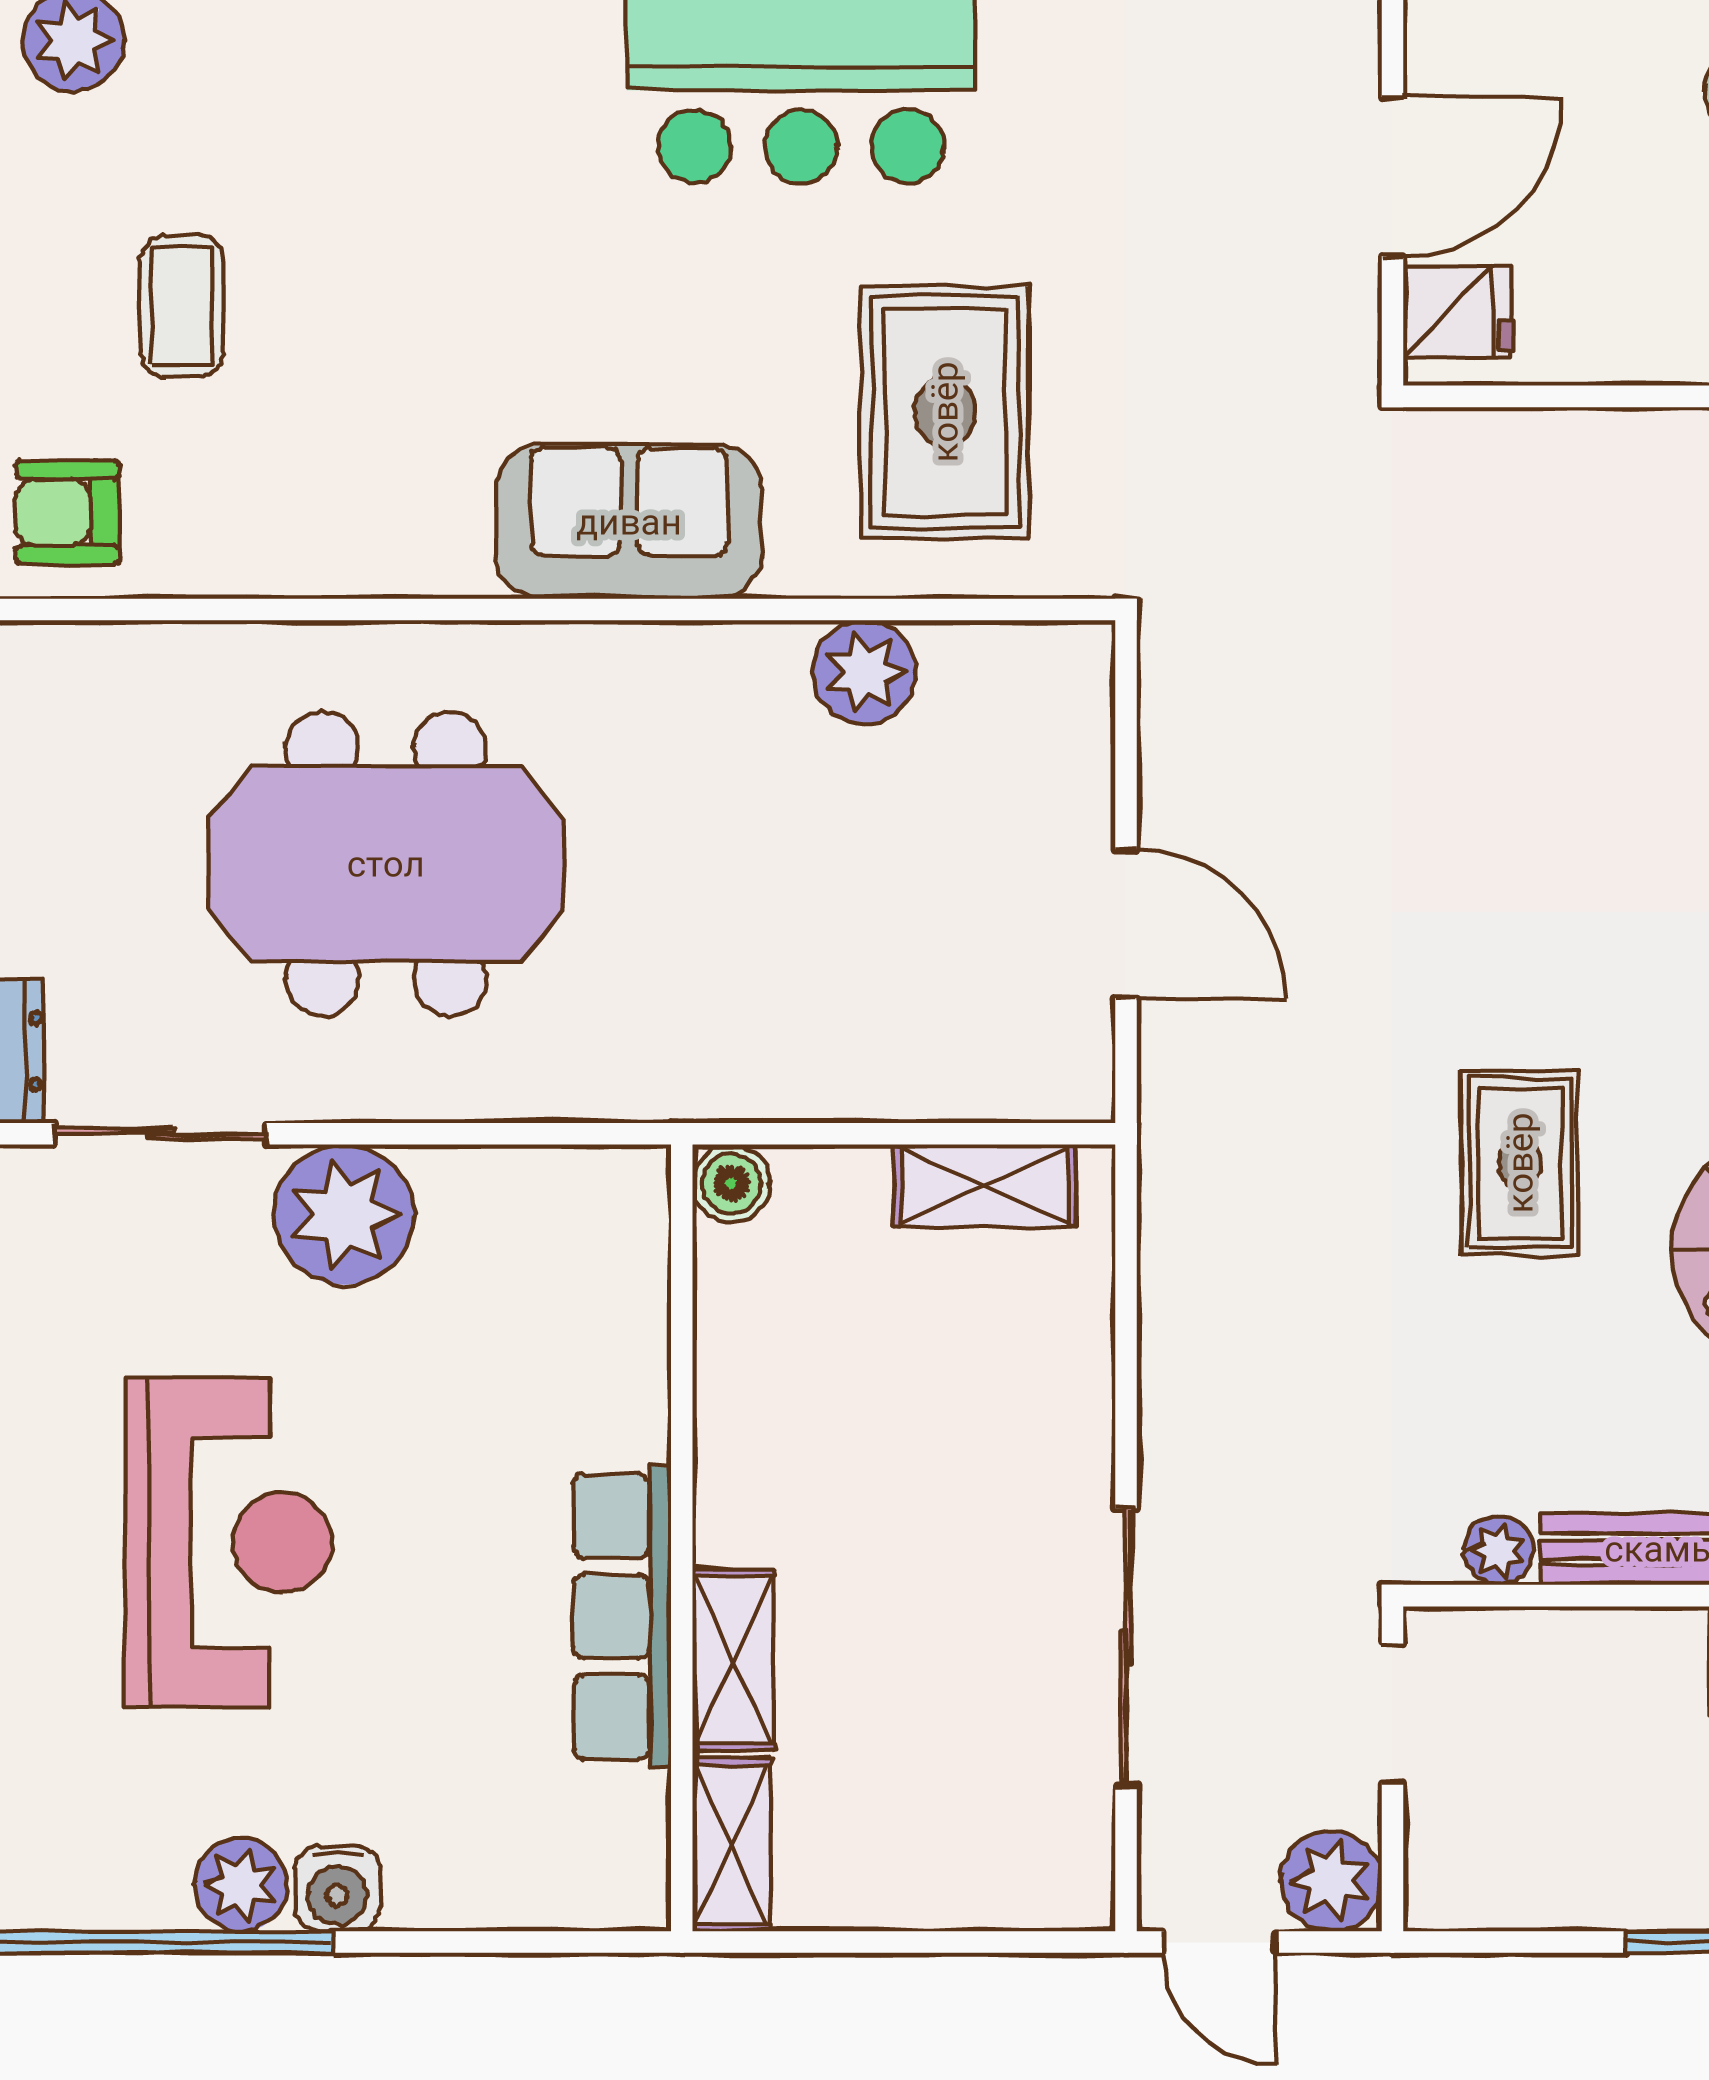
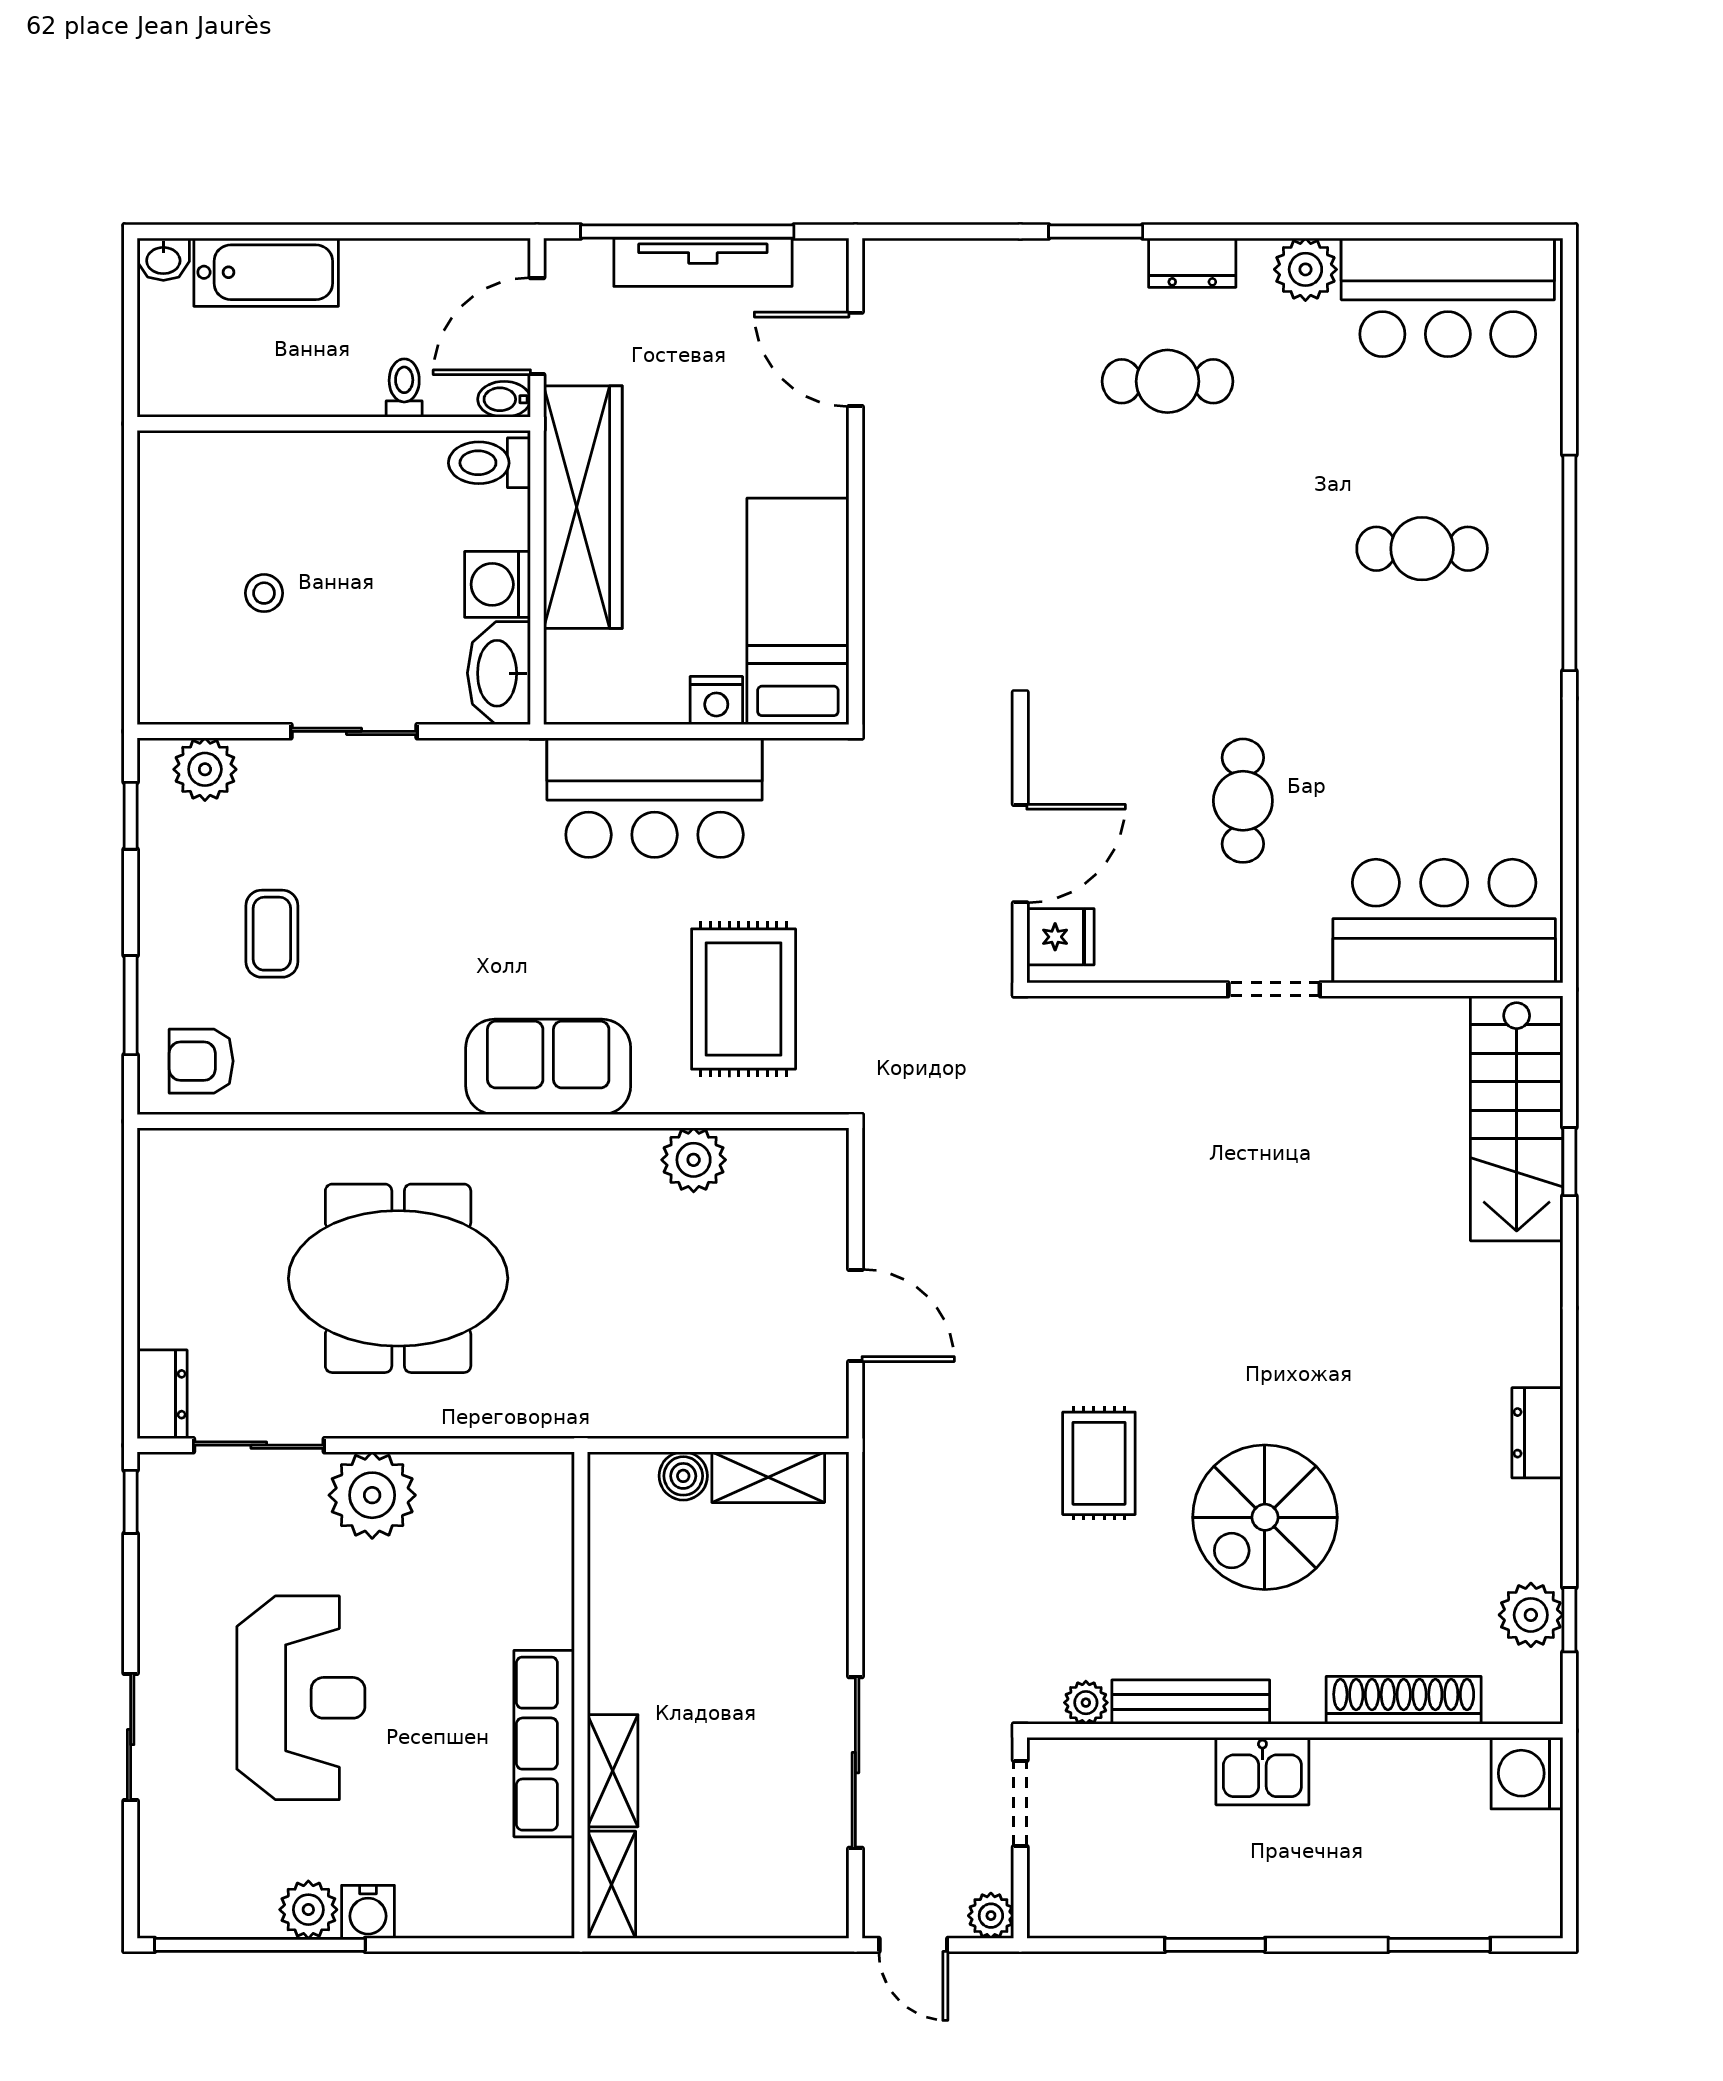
boiler: (731, 1183) -> (683, 1476), moved
plant: (1331, 1881) -> (991, 1916), width x0.73, depth x0.73

